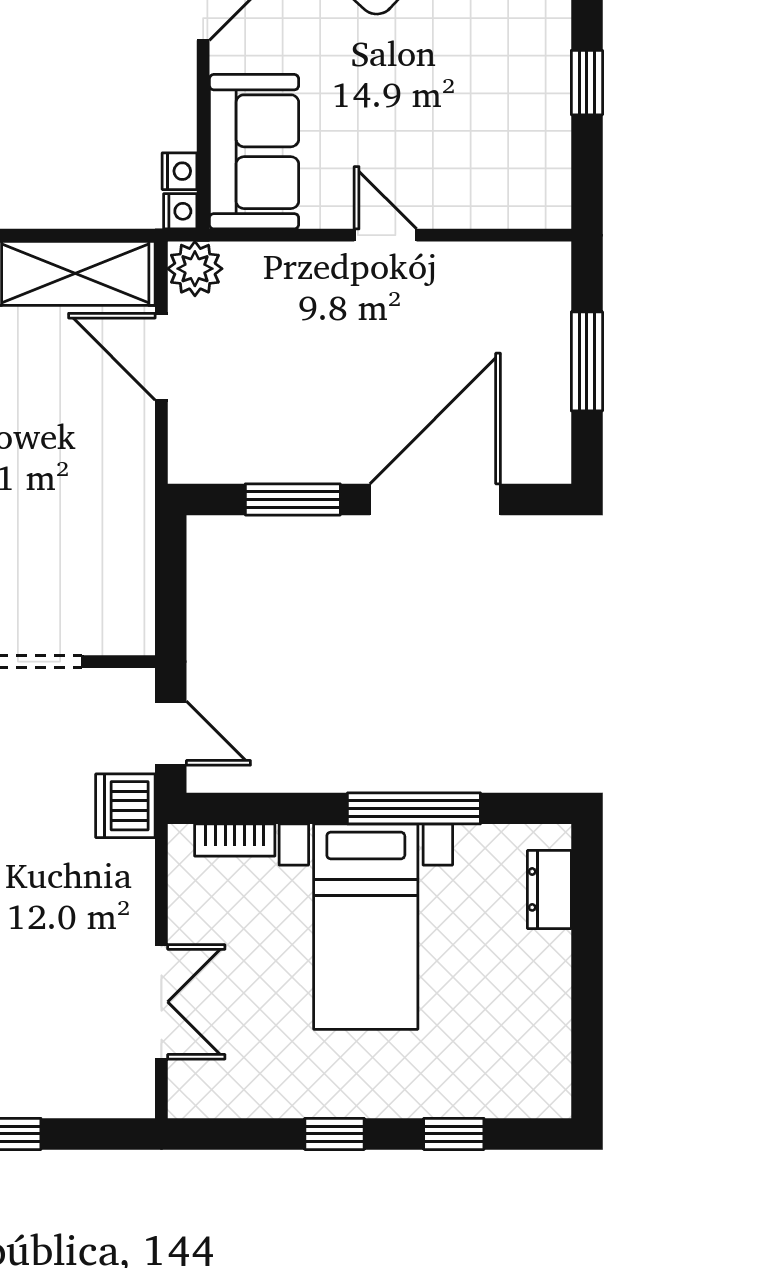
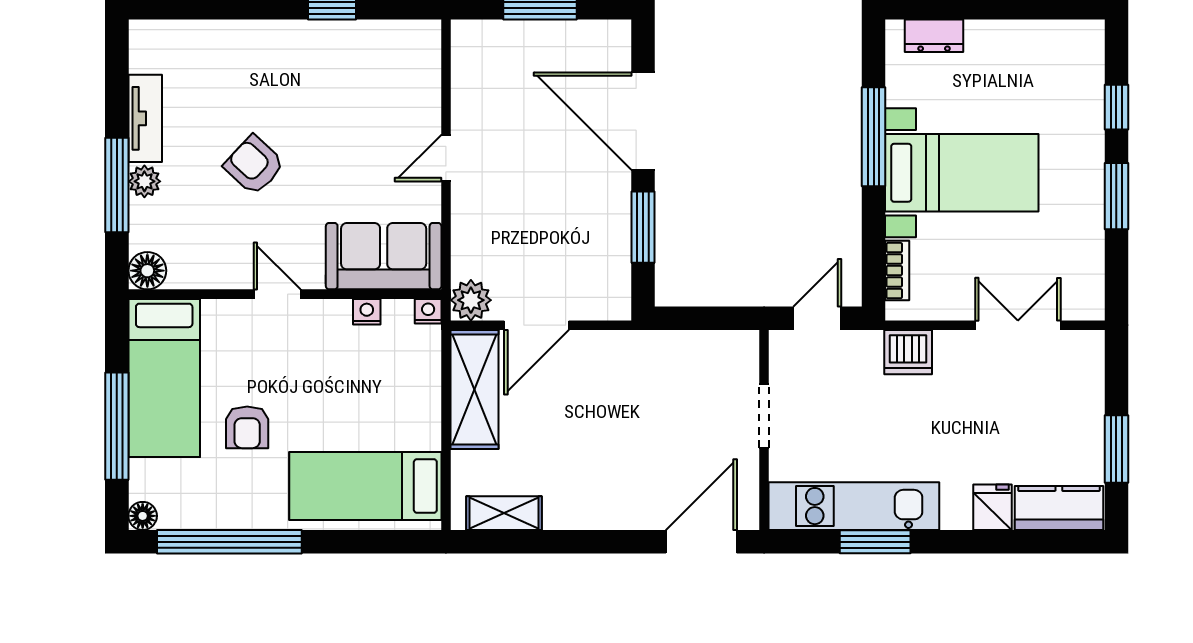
nightstand: (179, 171) -> (367, 312), moved
dishwasher: (125, 806) -> (908, 352), moved
window: (334, 1134) -> (1116, 196), width x1.50

